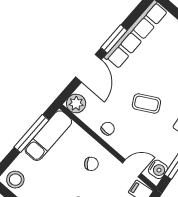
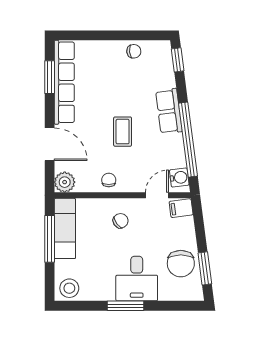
window: (114, 39) -> (50, 77), moved
coffee table: (146, 103) -> (123, 132), turned -61

